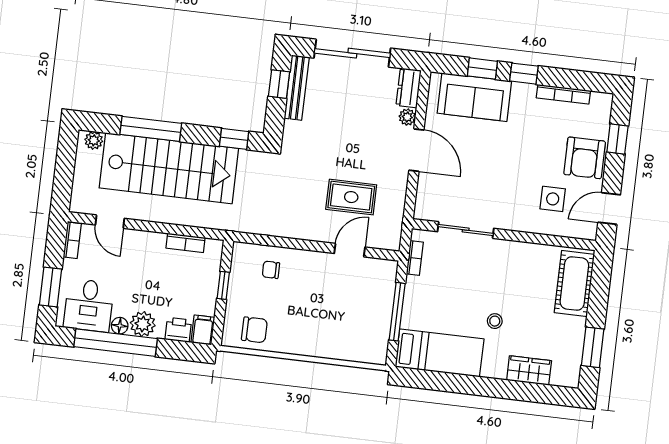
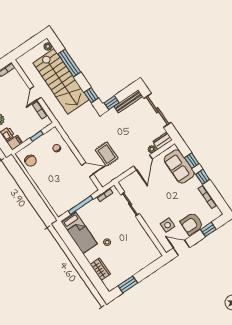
window: (279, 84) -> (112, 103), moved
door: (110, 222) -> (35, 93), moved
cot: (574, 283) -> (145, 259), removed

